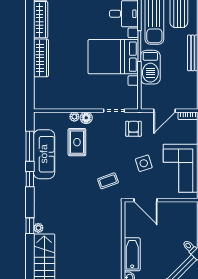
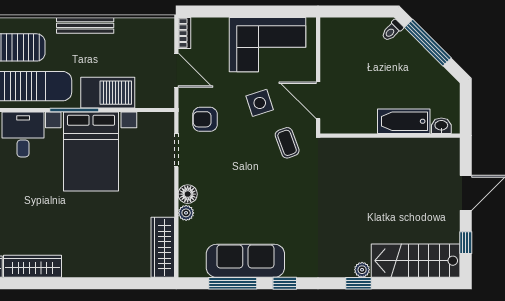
wardrobe: (41, 58) -> (163, 247), moved, turned -90
rug: (77, 142) -> (226, 209), removed
coffee table: (108, 181) -> (287, 143), moved
door: (145, 200) -> (318, 100), swing flipped

